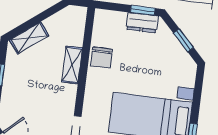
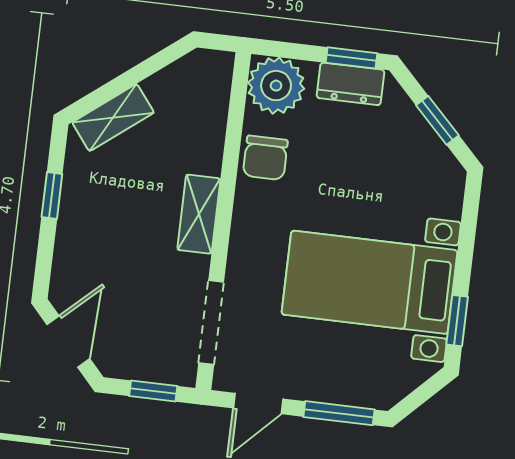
plant: (107, 23) -> (276, 86), added
shelving: (72, 65) -> (199, 214), moved

